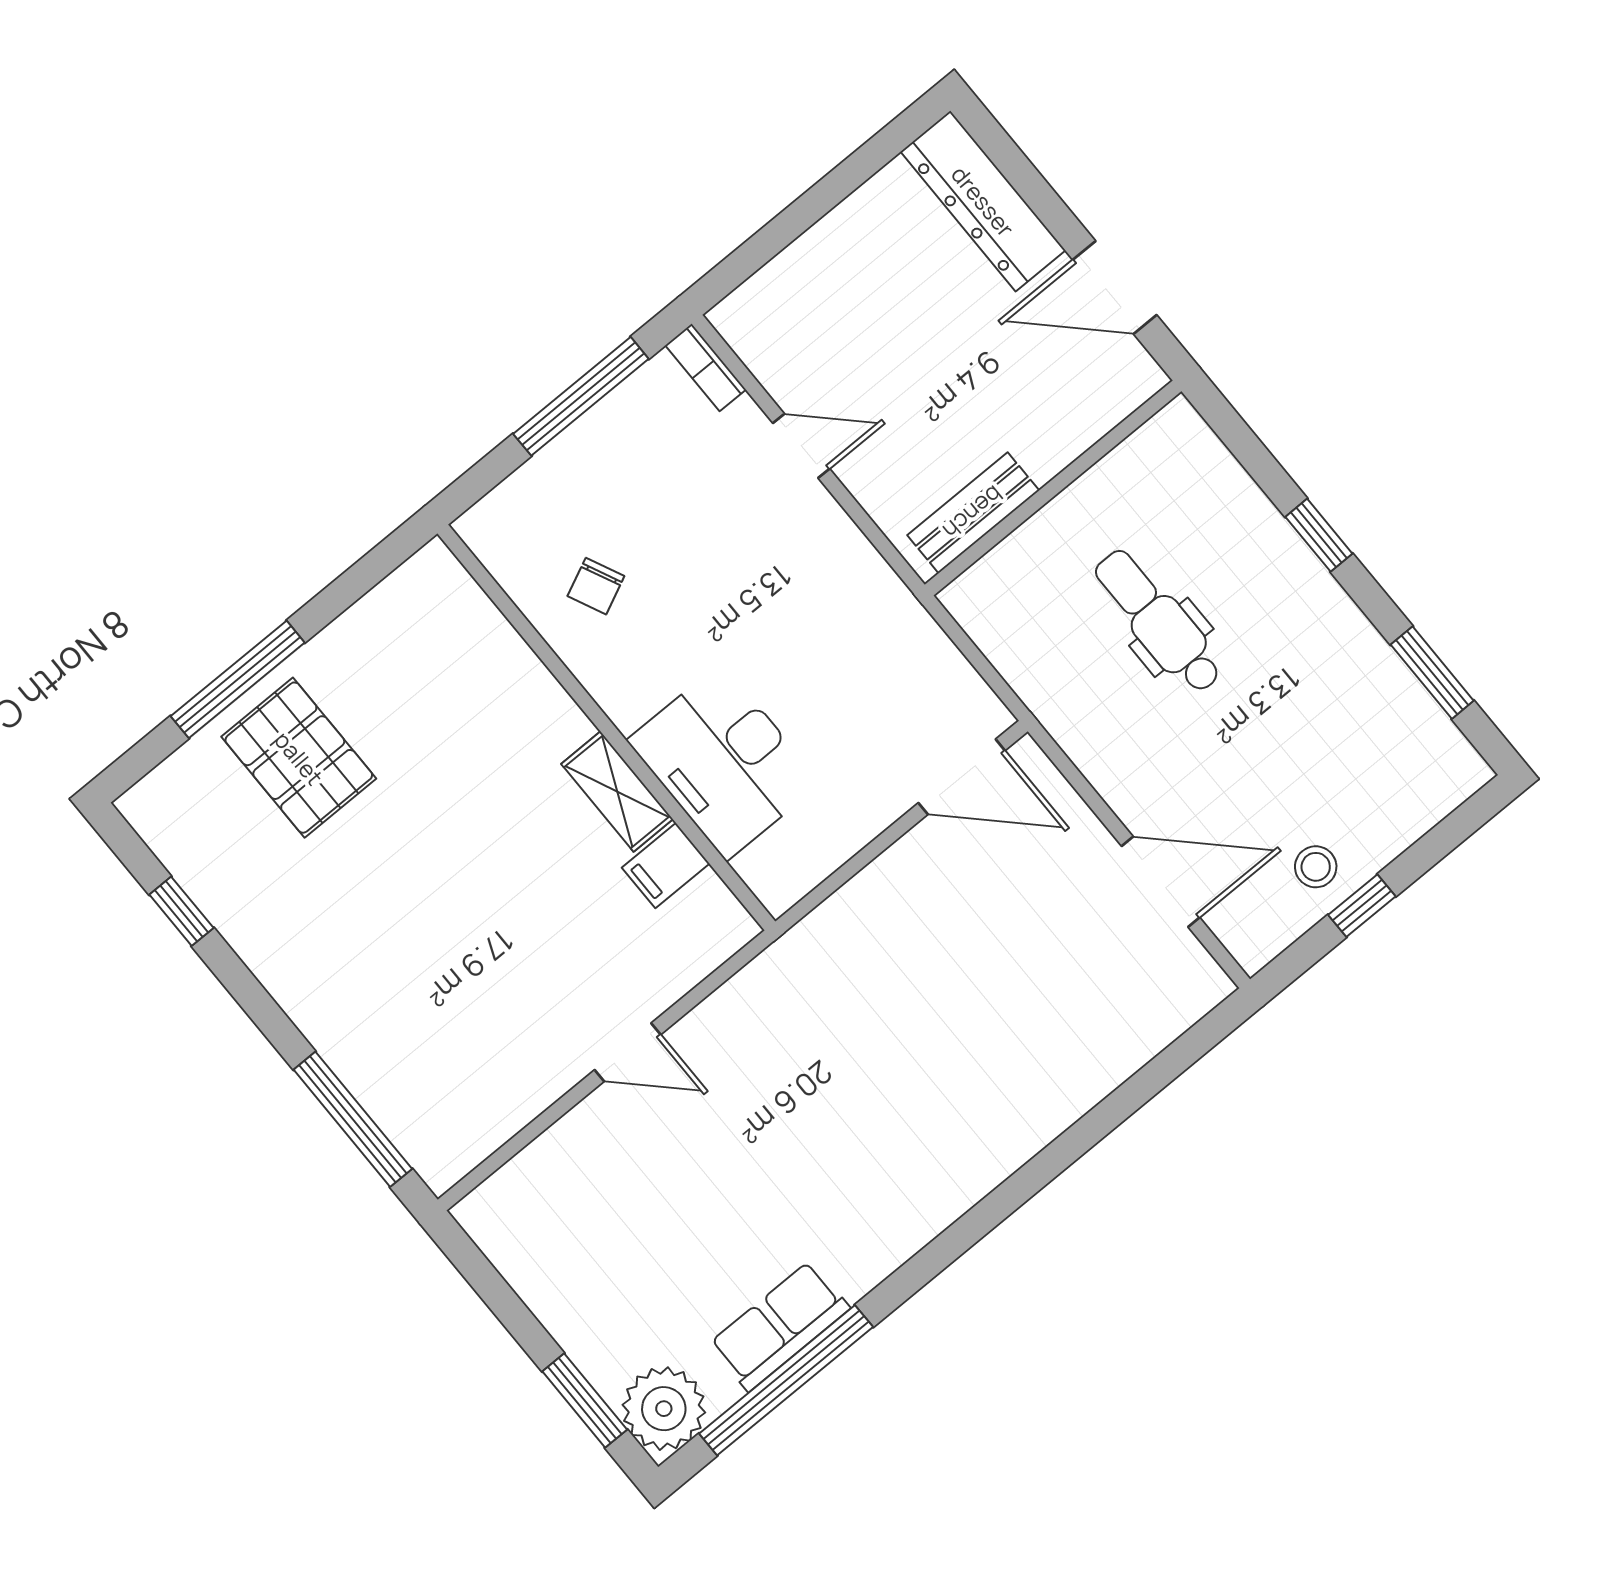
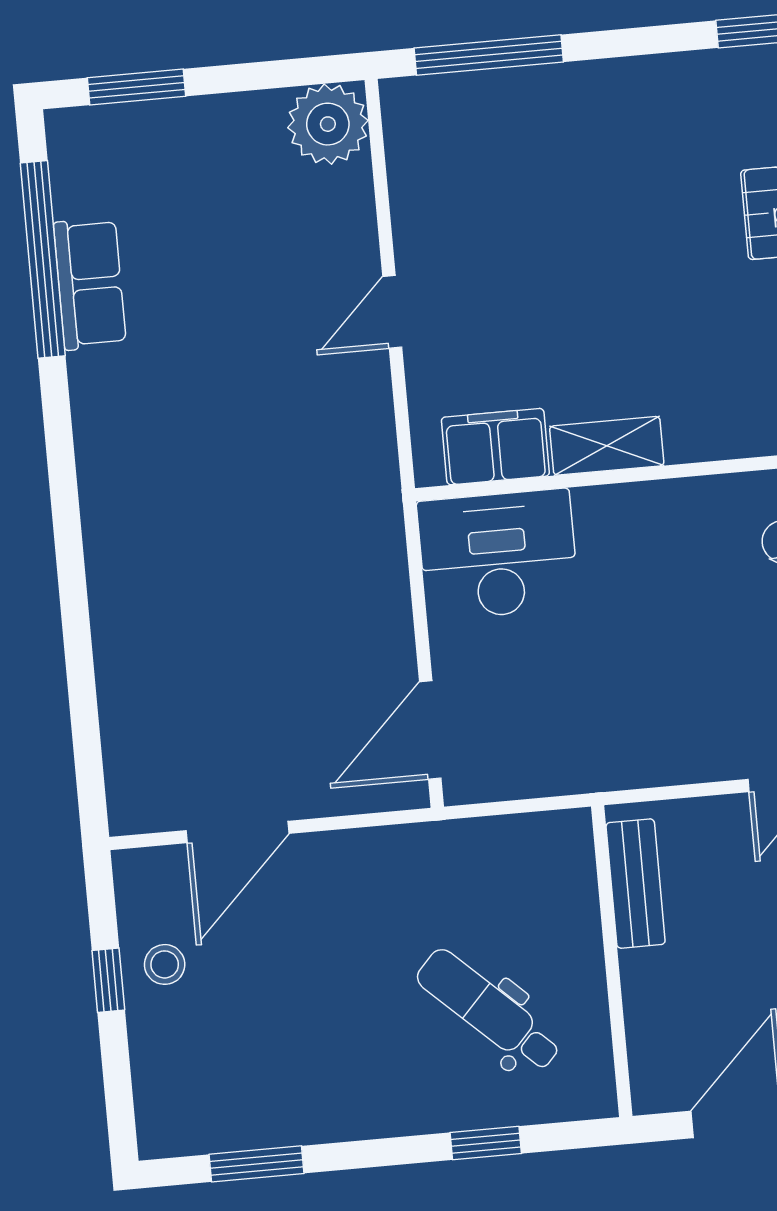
window: (1319, 535) -> (486, 1143), moved
dental chair: (1158, 621) -> (489, 1011), moved, turned -137
desk: (724, 762) -> (498, 555), moved
filing cabinet: (666, 866) -> (495, 447), width x2.00
plant: (664, 1409) -> (328, 124), moved

